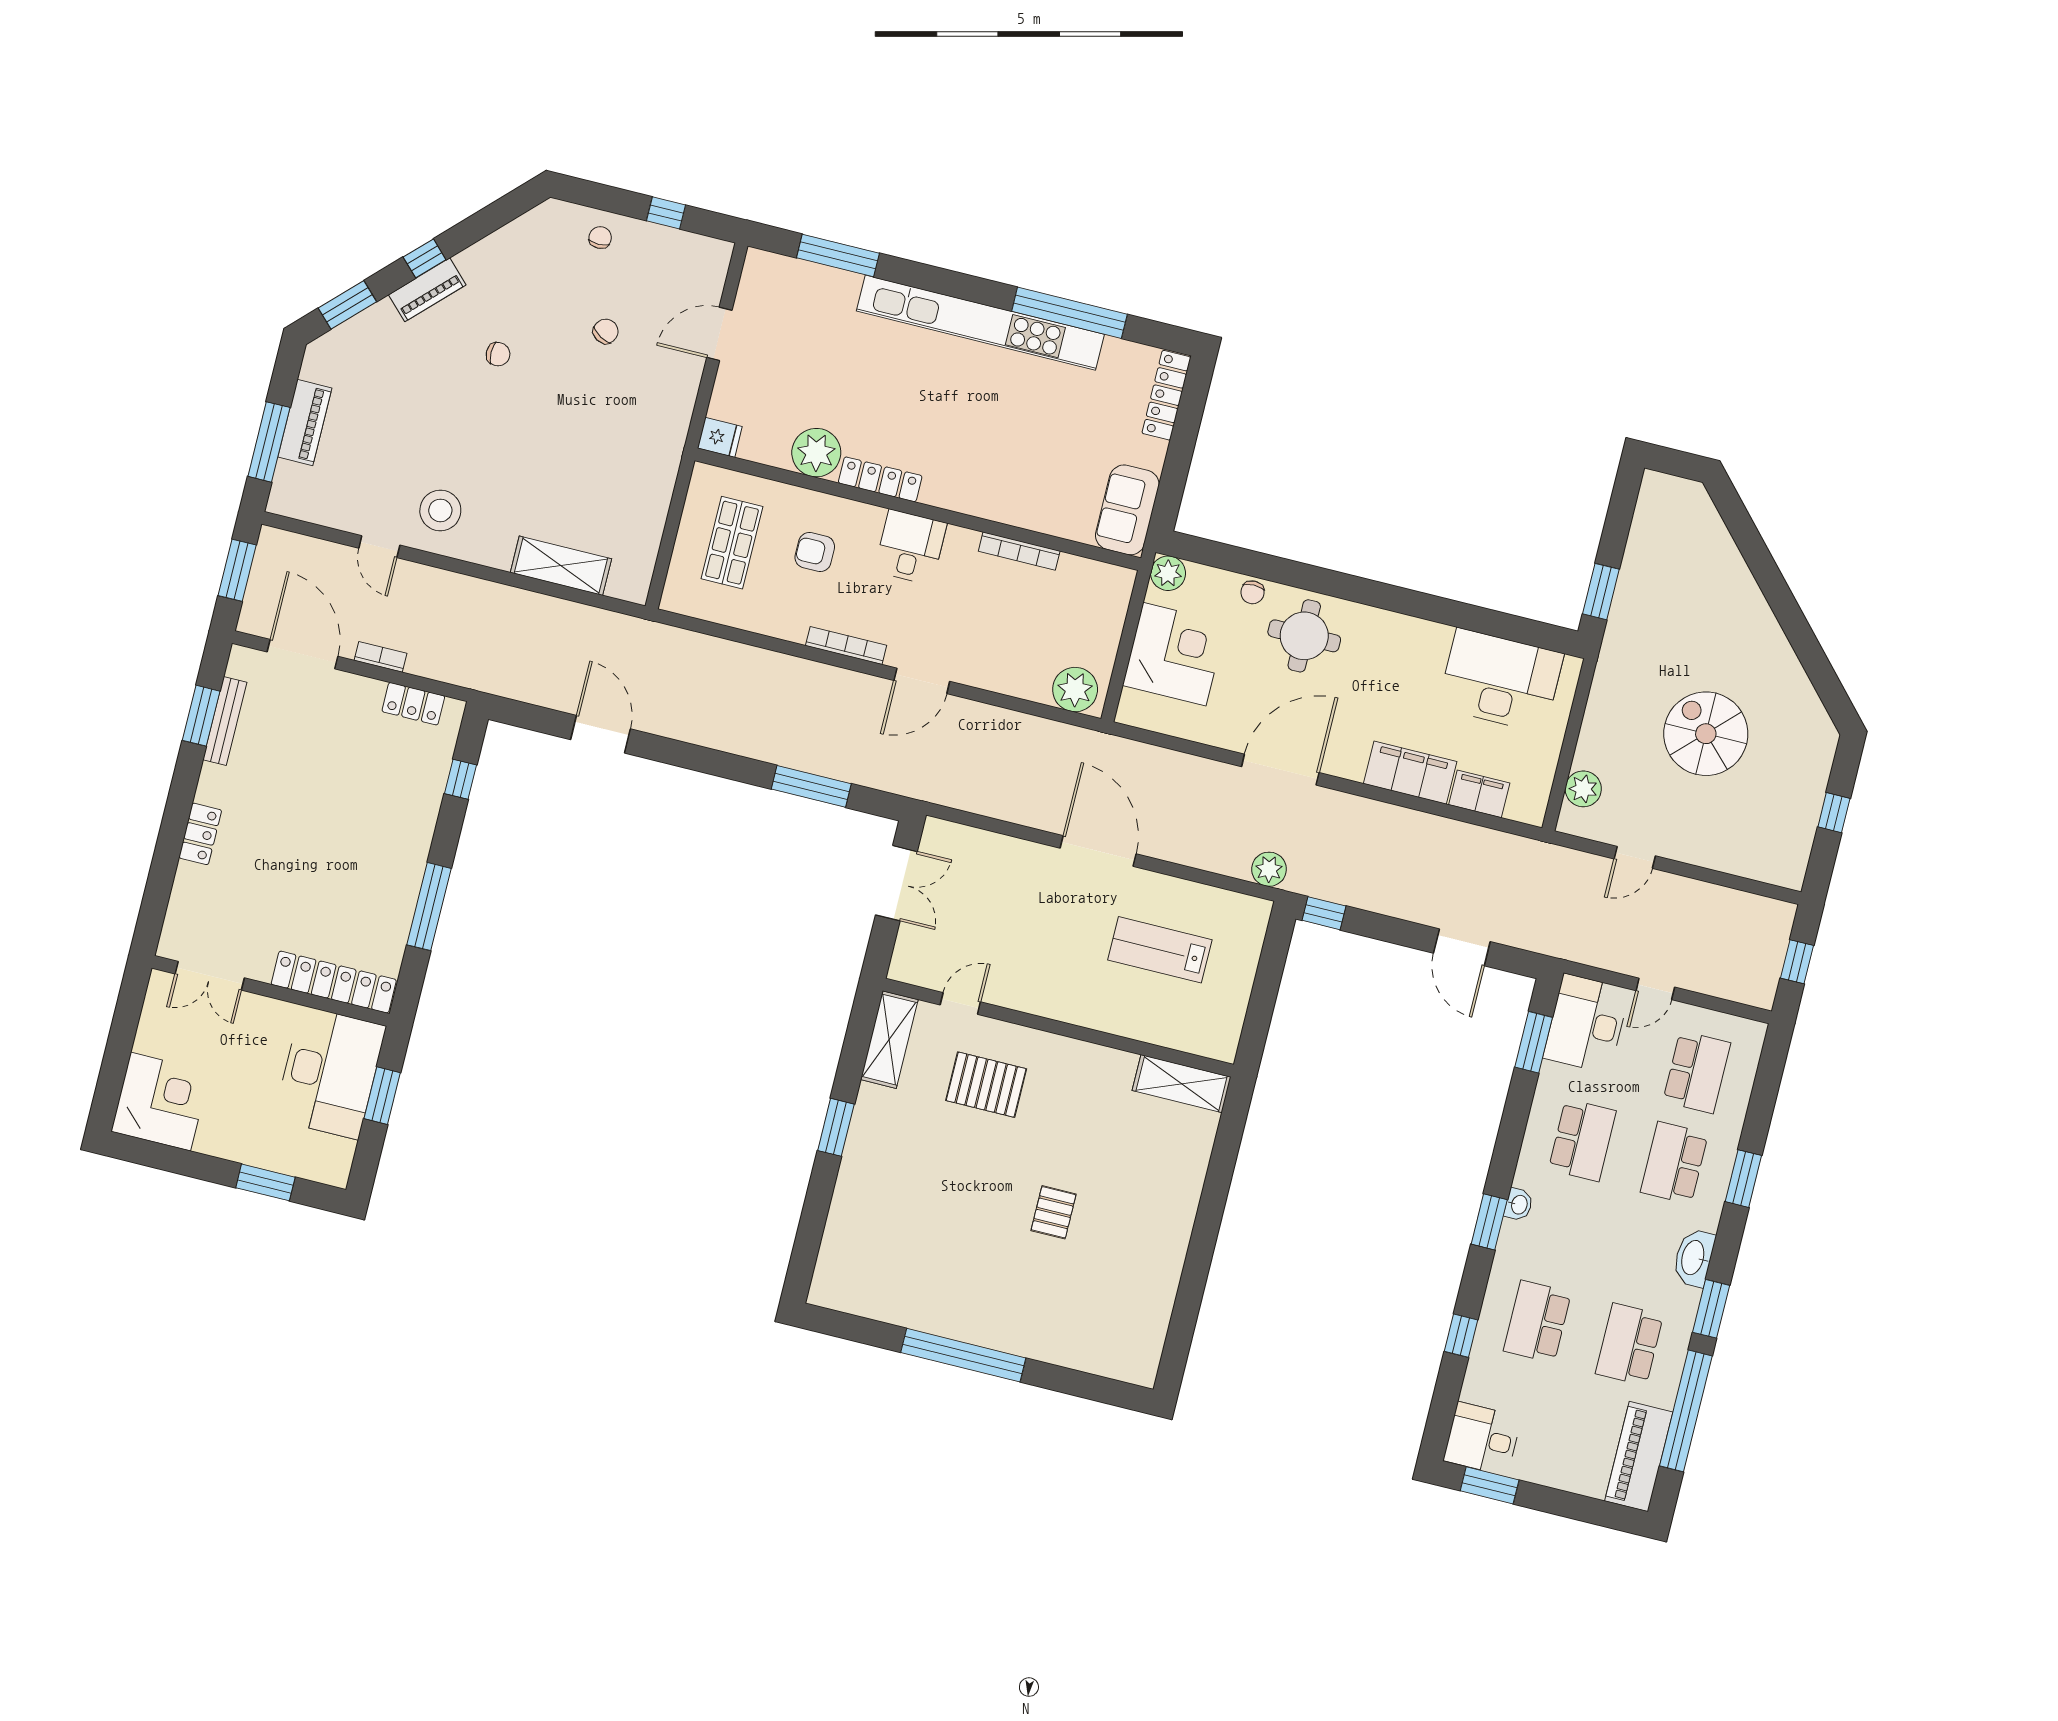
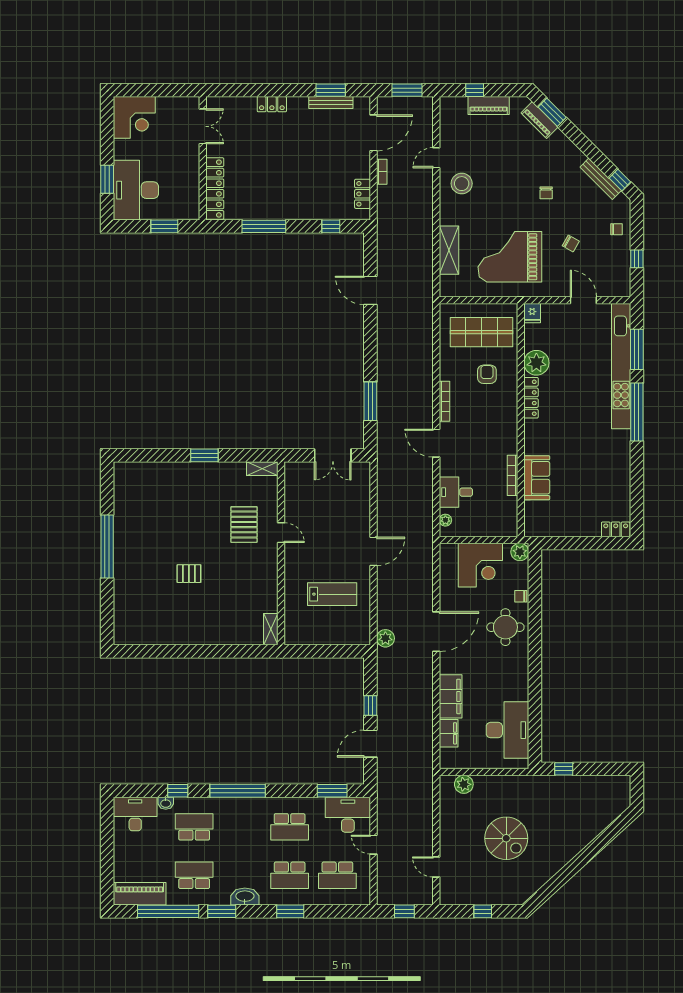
bench: (497, 244) -> (601, 179), added
window: (425, 258) -> (620, 180), moved
piano: (427, 290) -> (539, 120), moved
window: (1069, 313) -> (637, 412), moved
kitchen unit: (980, 323) -> (621, 366), moved
locker: (1166, 395) -> (616, 529), width x0.66
window: (269, 442) -> (475, 90), width x0.46
grand piano: (602, 453) -> (510, 257), added
sofa: (1127, 510) -> (537, 478), moved, turned 90
shop shelf: (732, 543) -> (481, 332), width x1.43, depth x1.36
desk: (911, 547) -> (456, 492), moved, turned 180
window: (1601, 592) -> (564, 769), width x0.67
plant: (1075, 690) -> (445, 520), width x0.53, depth x0.53
door: (601, 734) -> (370, 290), swing flipped
spiral stairs: (1706, 734) -> (506, 838), turned 90
door: (1280, 770) -> (436, 632), hinge flipped
door: (1098, 851) -> (374, 551), width x0.73
door: (1635, 857) -> (436, 867), moved
window: (1324, 913) -> (370, 705), moved
lab bench: (1160, 950) -> (332, 594), turned 90
double door: (210, 976) -> (203, 126), swing flipped
door: (960, 1003) -> (281, 533), moved
shelving: (889, 1040) -> (262, 469), width x0.67, depth x0.75
desk: (330, 1073) -> (136, 190), moved, turned 90
shelving: (1182, 1084) -> (271, 629), width x0.67, depth x0.75
school desk: (1674, 1163) -> (290, 875), turned 180
washbasin: (1519, 1205) -> (166, 803), moved
window: (1489, 1222) -> (238, 791), width x2.11
desk: (1482, 1439) -> (135, 814), width x1.37
window: (1490, 1485) -> (107, 823), removed

